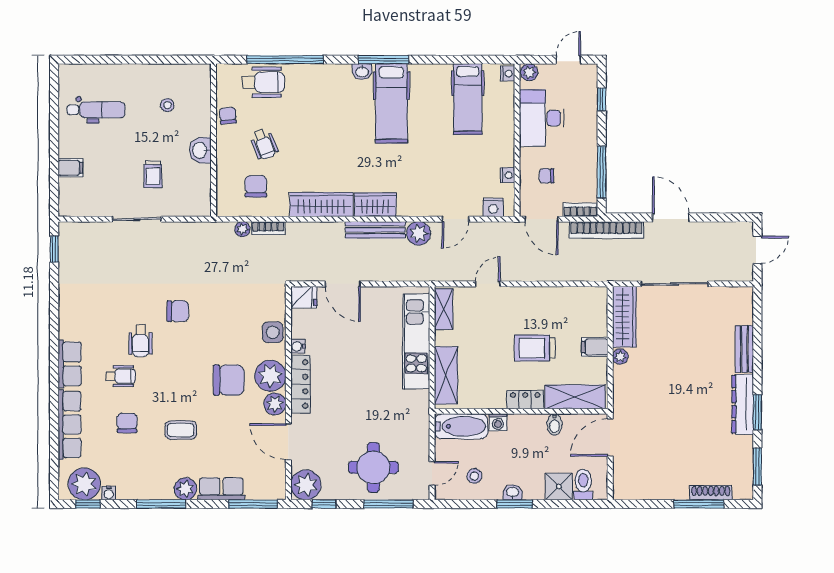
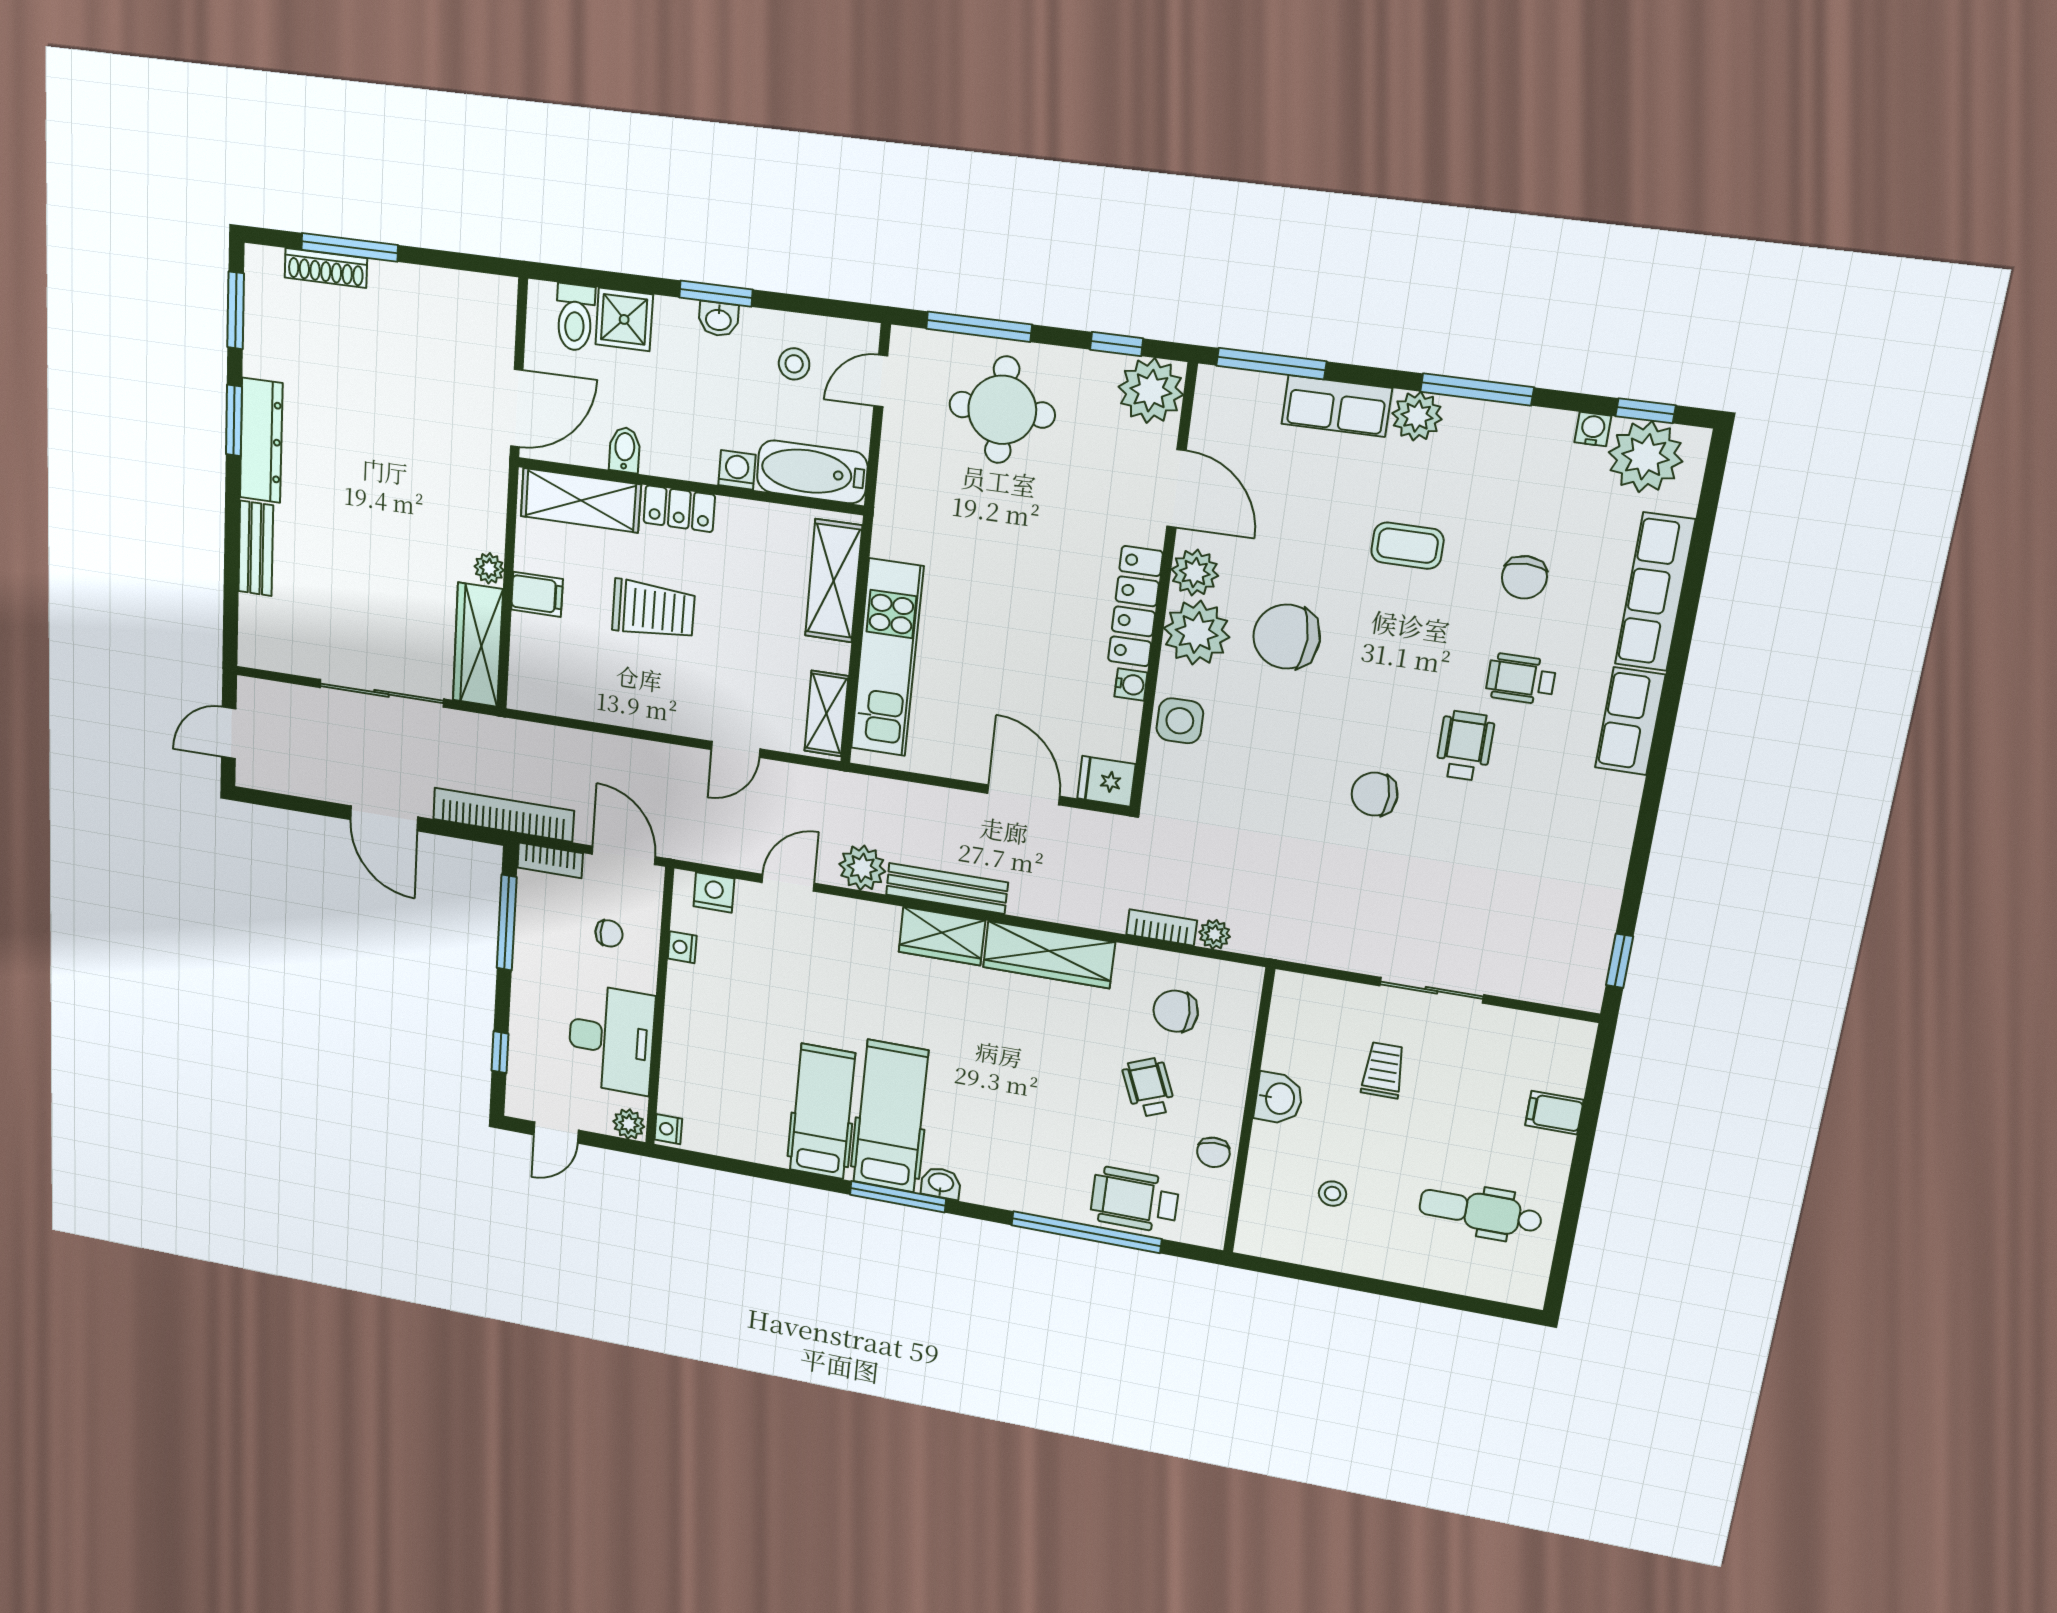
hospital bed: (468, 99) -> (822, 1112), moved
chair: (256, 186) -> (1176, 1011), turned 90

